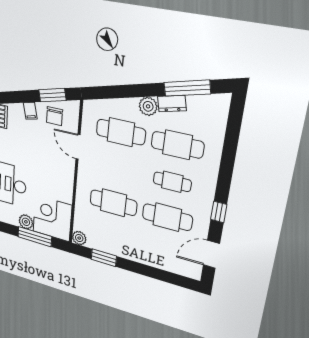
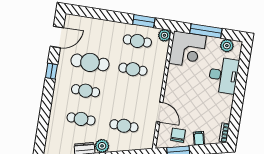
cafe table: (121, 132) -> (124, 126), width x0.73, depth x0.74
cafe table: (177, 145) -> (81, 119), width x0.73, depth x0.74
cafe table: (113, 203) -> (133, 69), width x0.73, depth x0.74
plant: (26, 222) -> (227, 46), moved
cafe table: (110, 236) -> (137, 41), added

